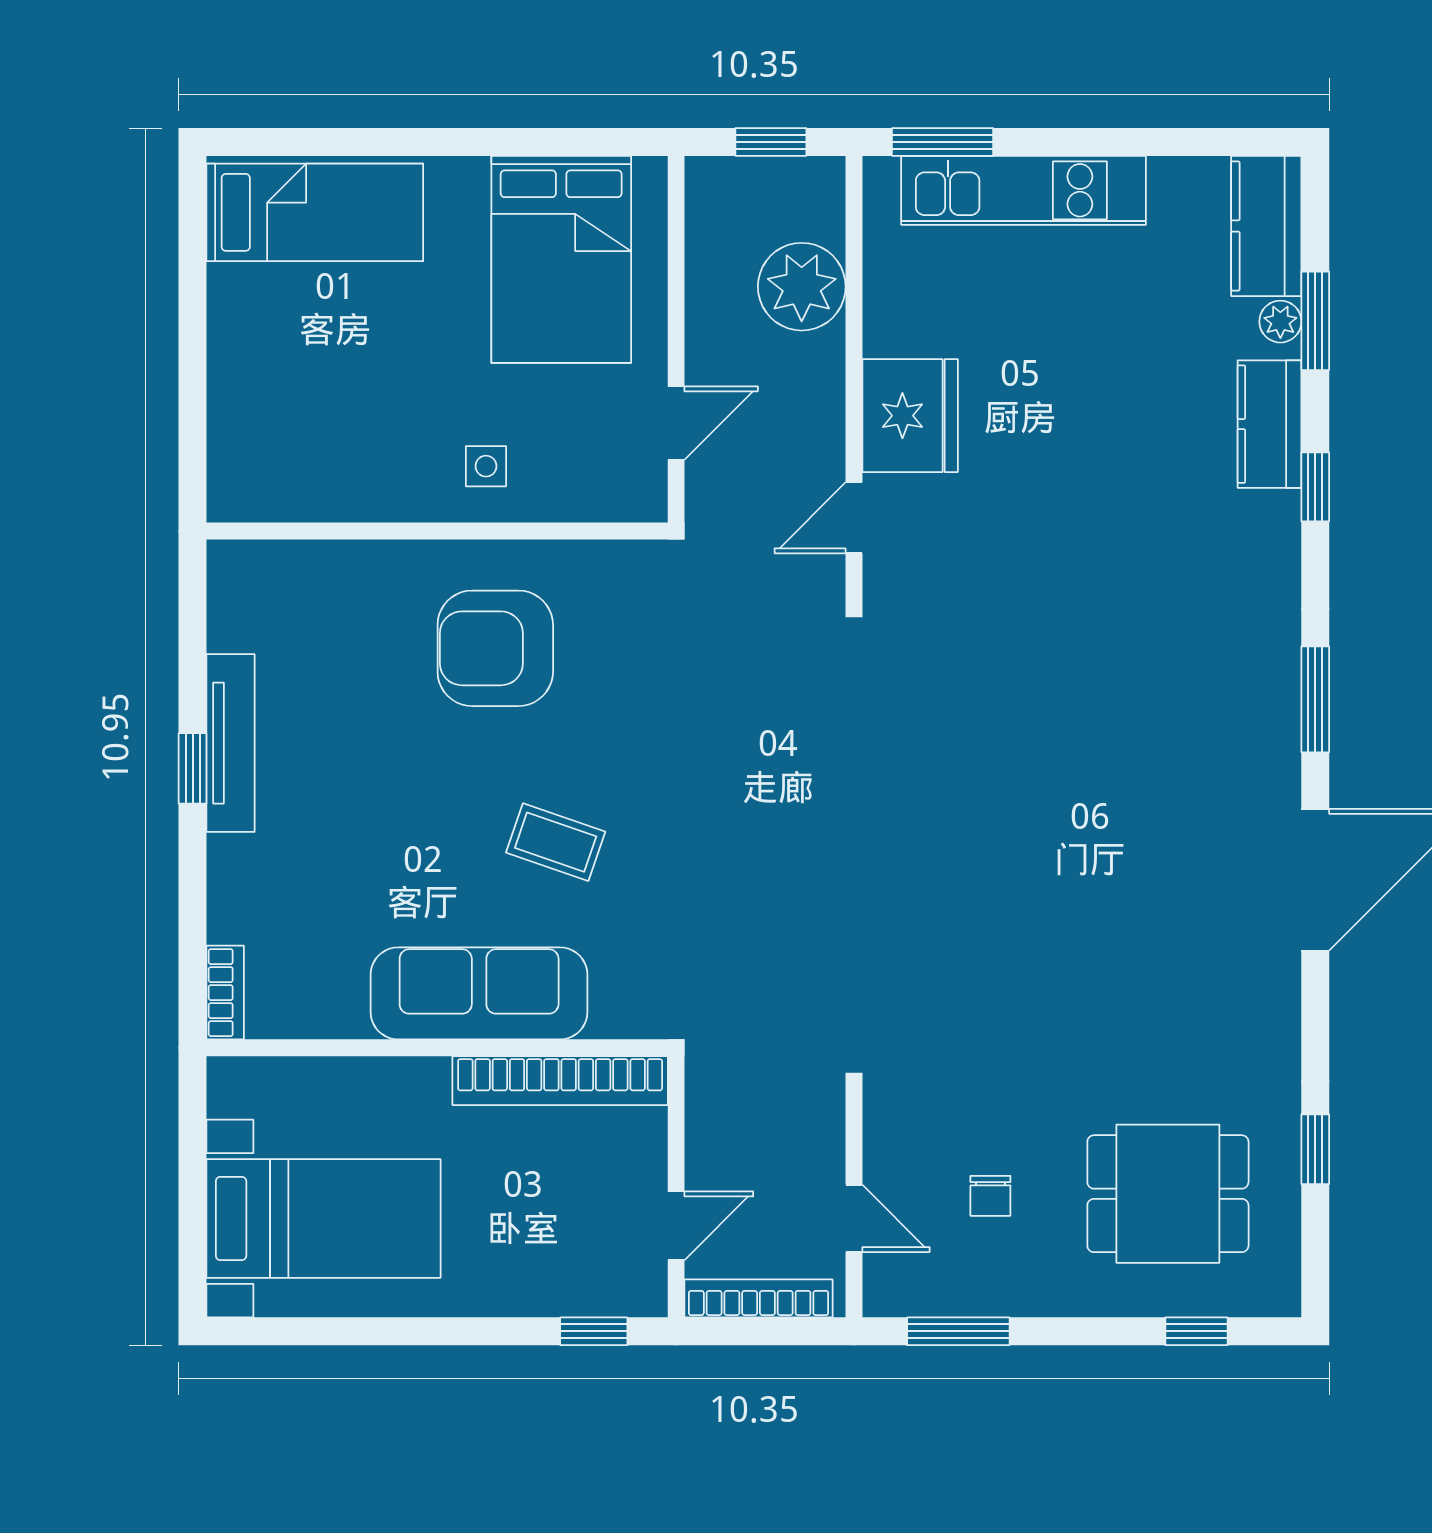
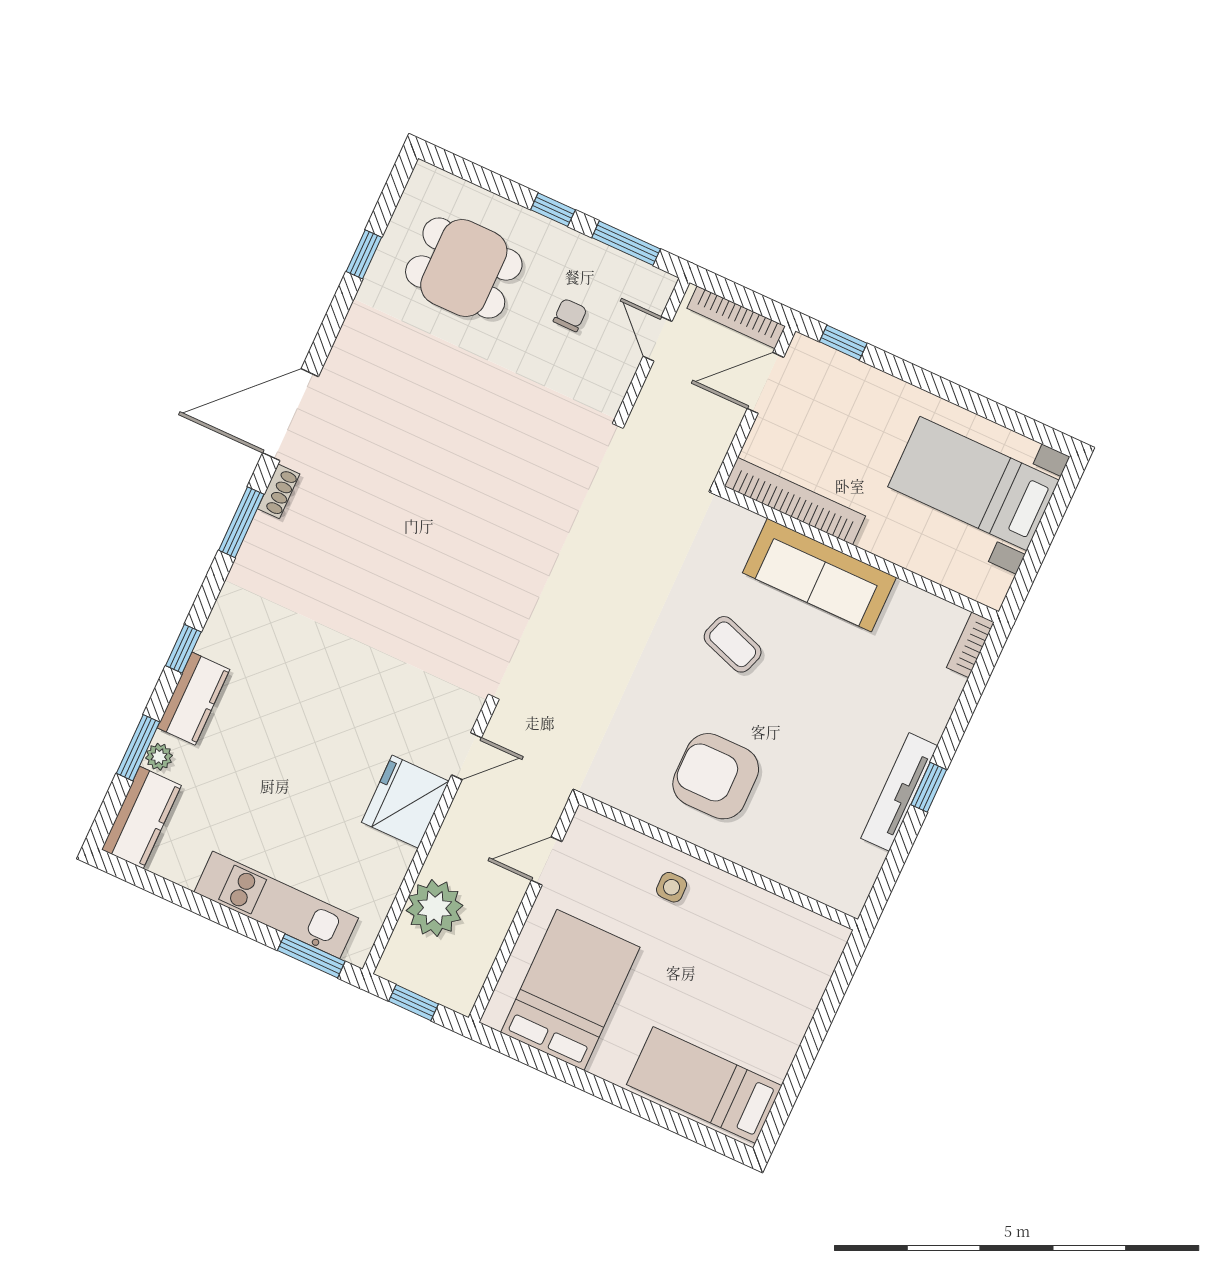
armchair: (495, 648) -> (716, 776), turned 180
shoe rack: (1283, 766) -> (279, 491), added
door: (676, 1226) -> (765, 383), width x1.38
window: (1196, 1331) -> (553, 210), moved

